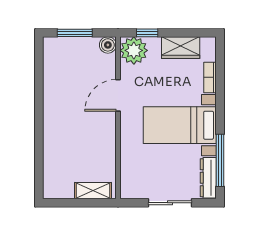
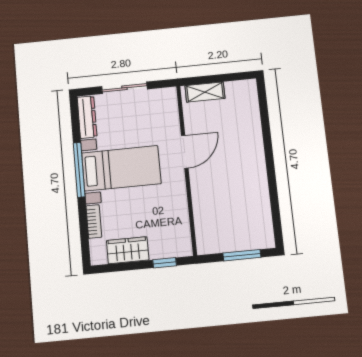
boiler: (108, 45) -> (205, 246), removed
plant: (134, 50) -> (177, 242), removed
door: (118, 95) -> (185, 152), moved
window: (220, 160) -> (79, 170), moved

